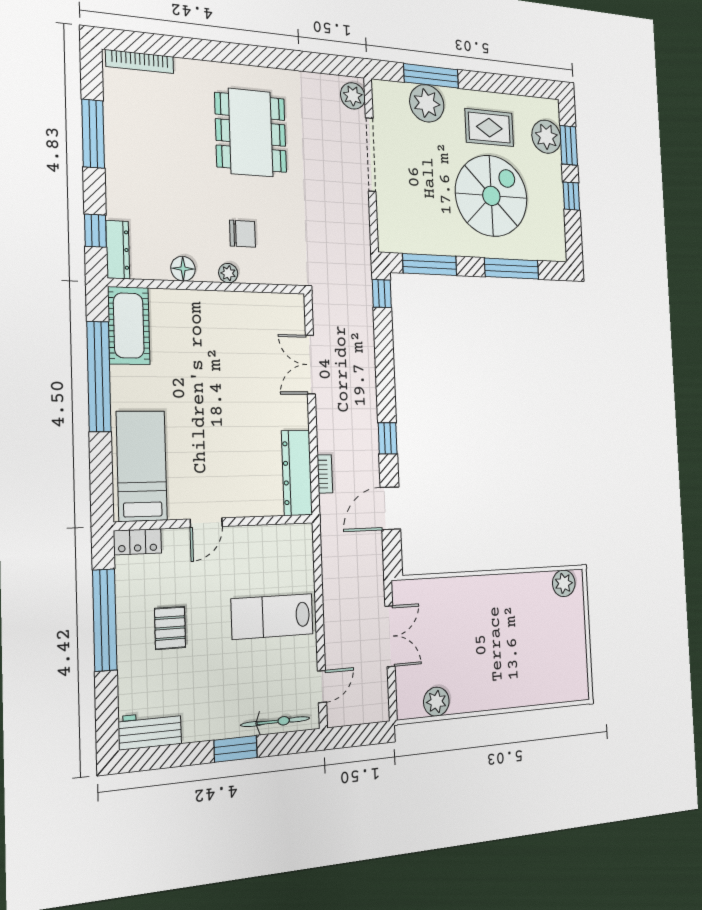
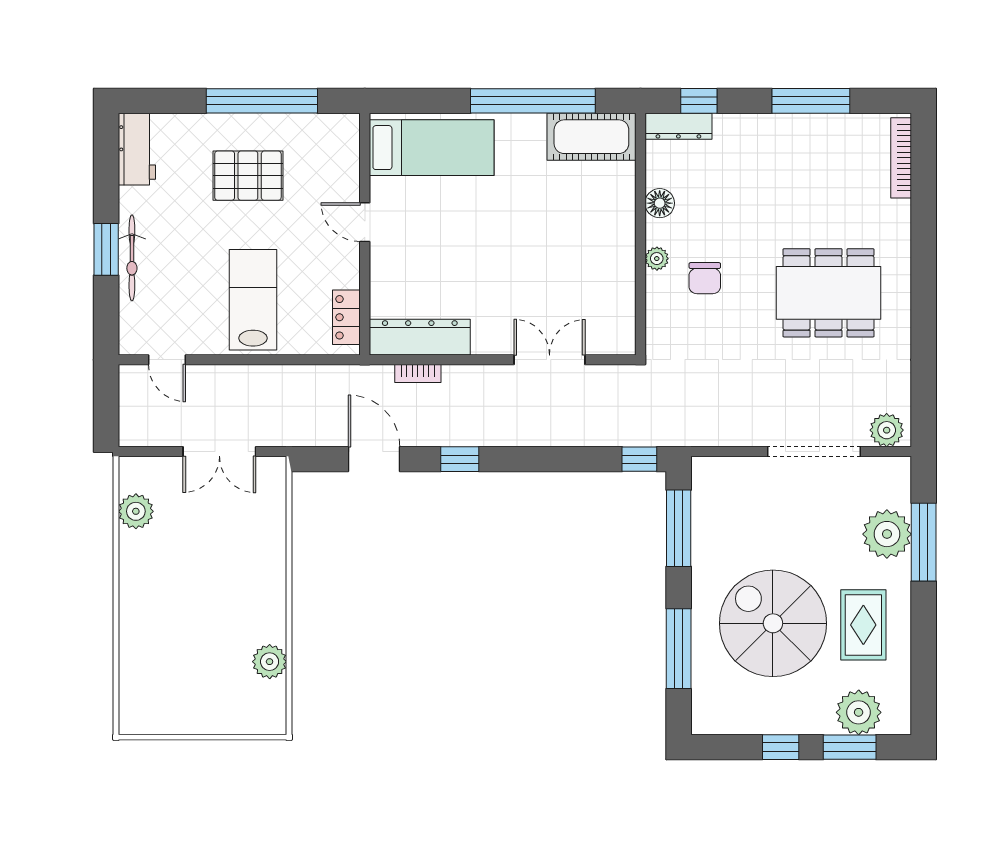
spiral stairs: (491, 196) -> (773, 623), turned 180
locker: (137, 542) -> (346, 317), moved
plant: (564, 583) -> (270, 662), moved
pallet: (170, 628) -> (248, 176), width x1.50, depth x1.42
bicycle: (275, 722) -> (132, 258), moved

